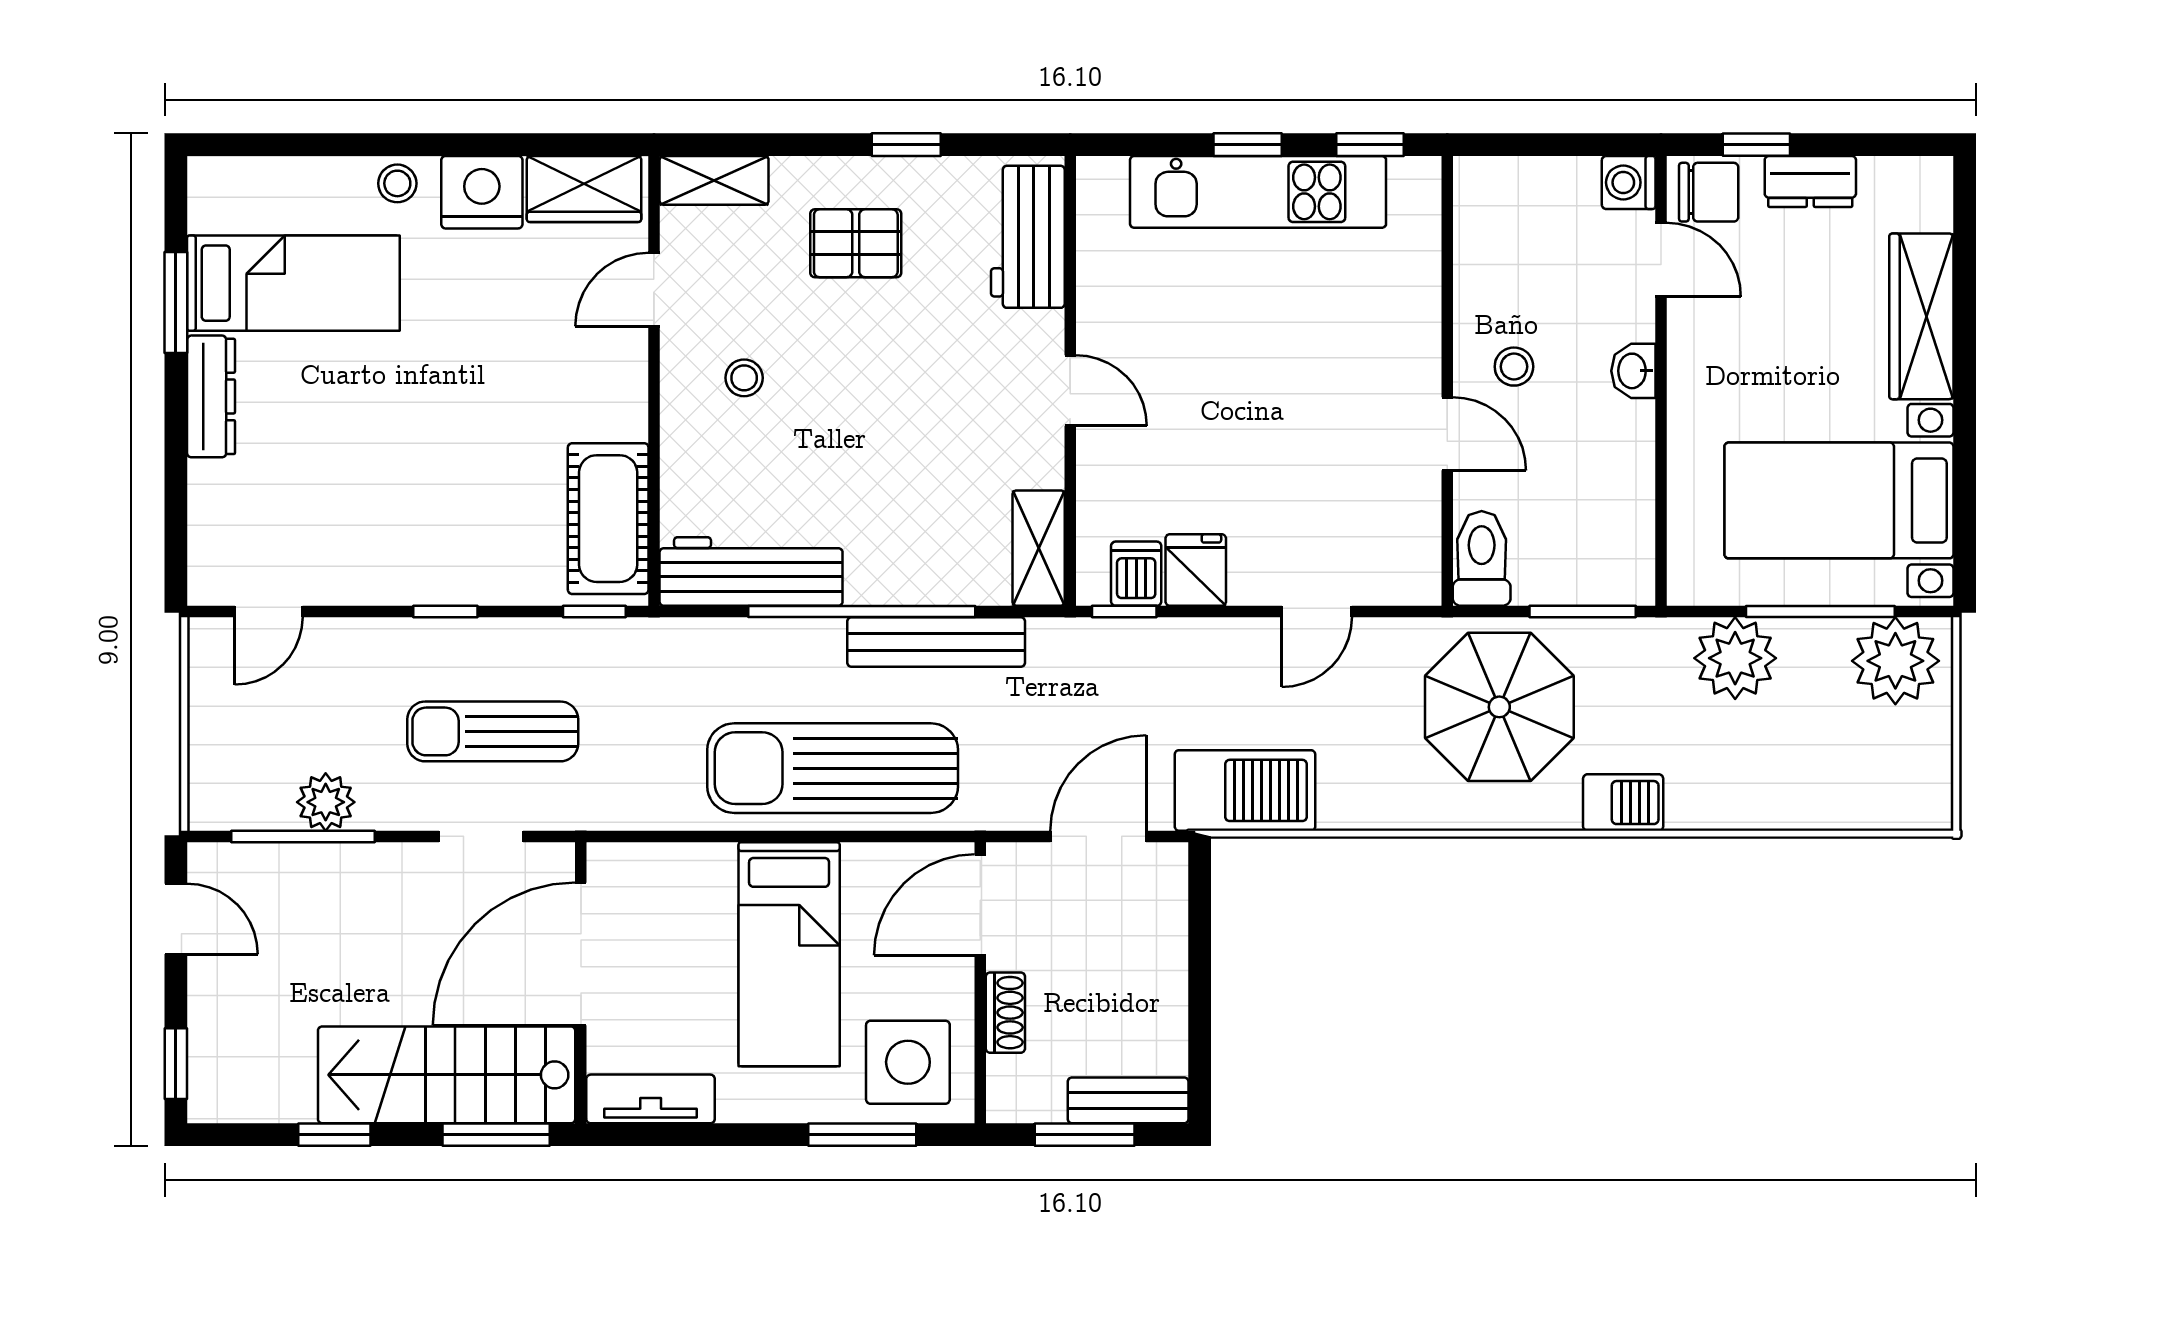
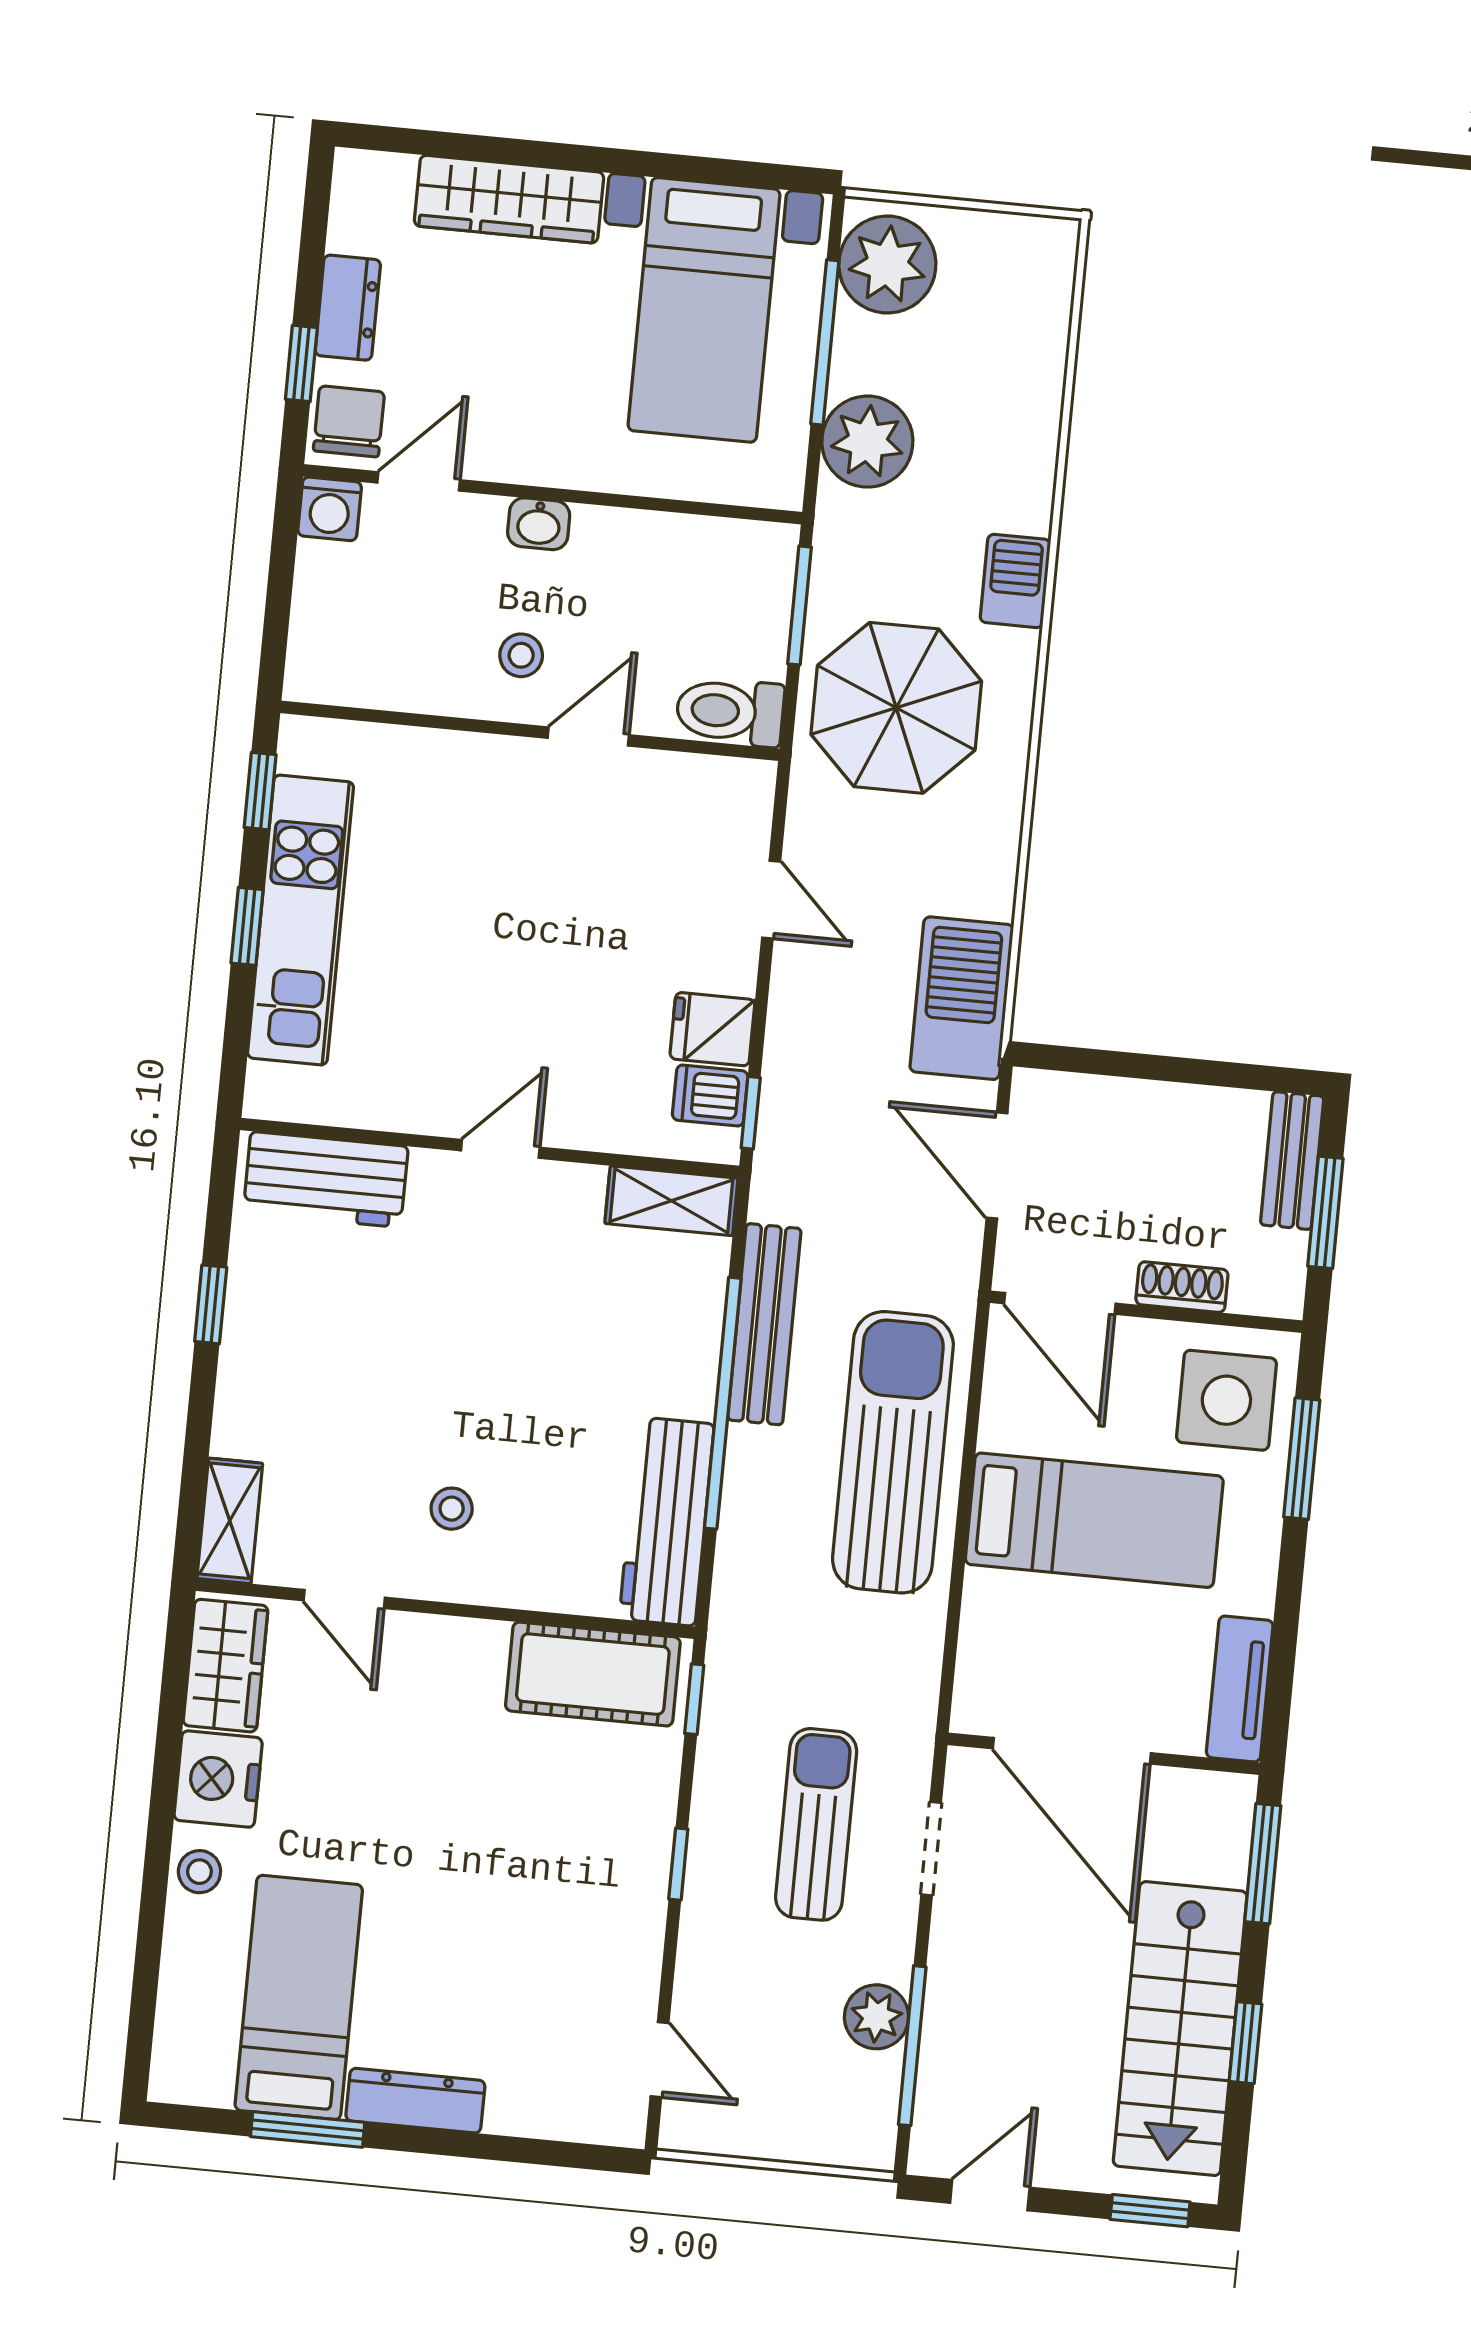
pallet: (856, 243) -> (315, 1371), removed
sun lounger: (493, 731) -> (816, 1824), turned 180
sun lounger: (833, 768) -> (893, 1452), turned 180
stairs: (447, 1075) -> (1180, 2029), moved

